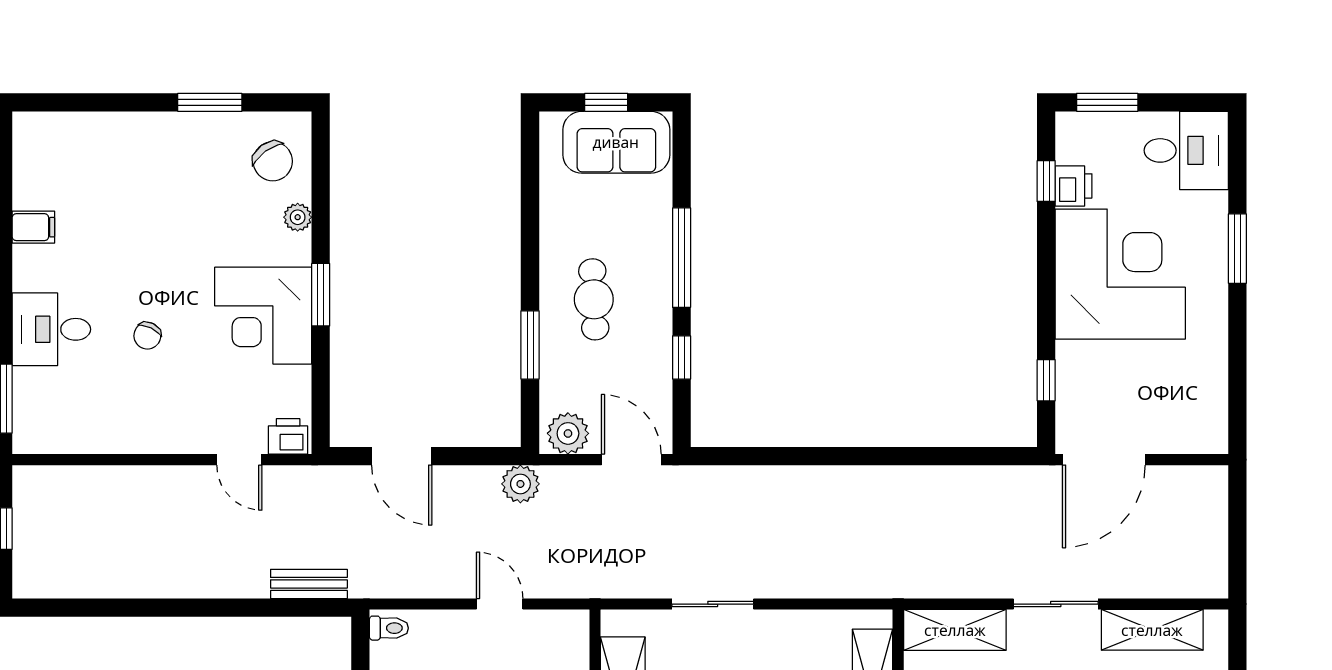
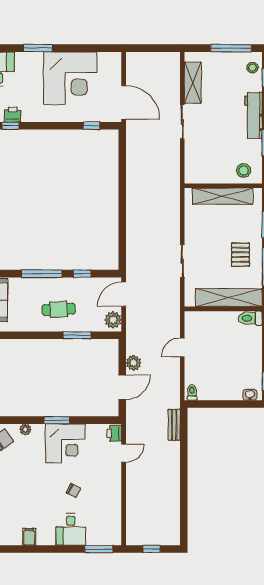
corner desk: (1120, 274) -> (70, 78), moved, turned 180
plant: (520, 484) -> (134, 363), moved
shelving: (955, 630) -> (193, 163), removed

